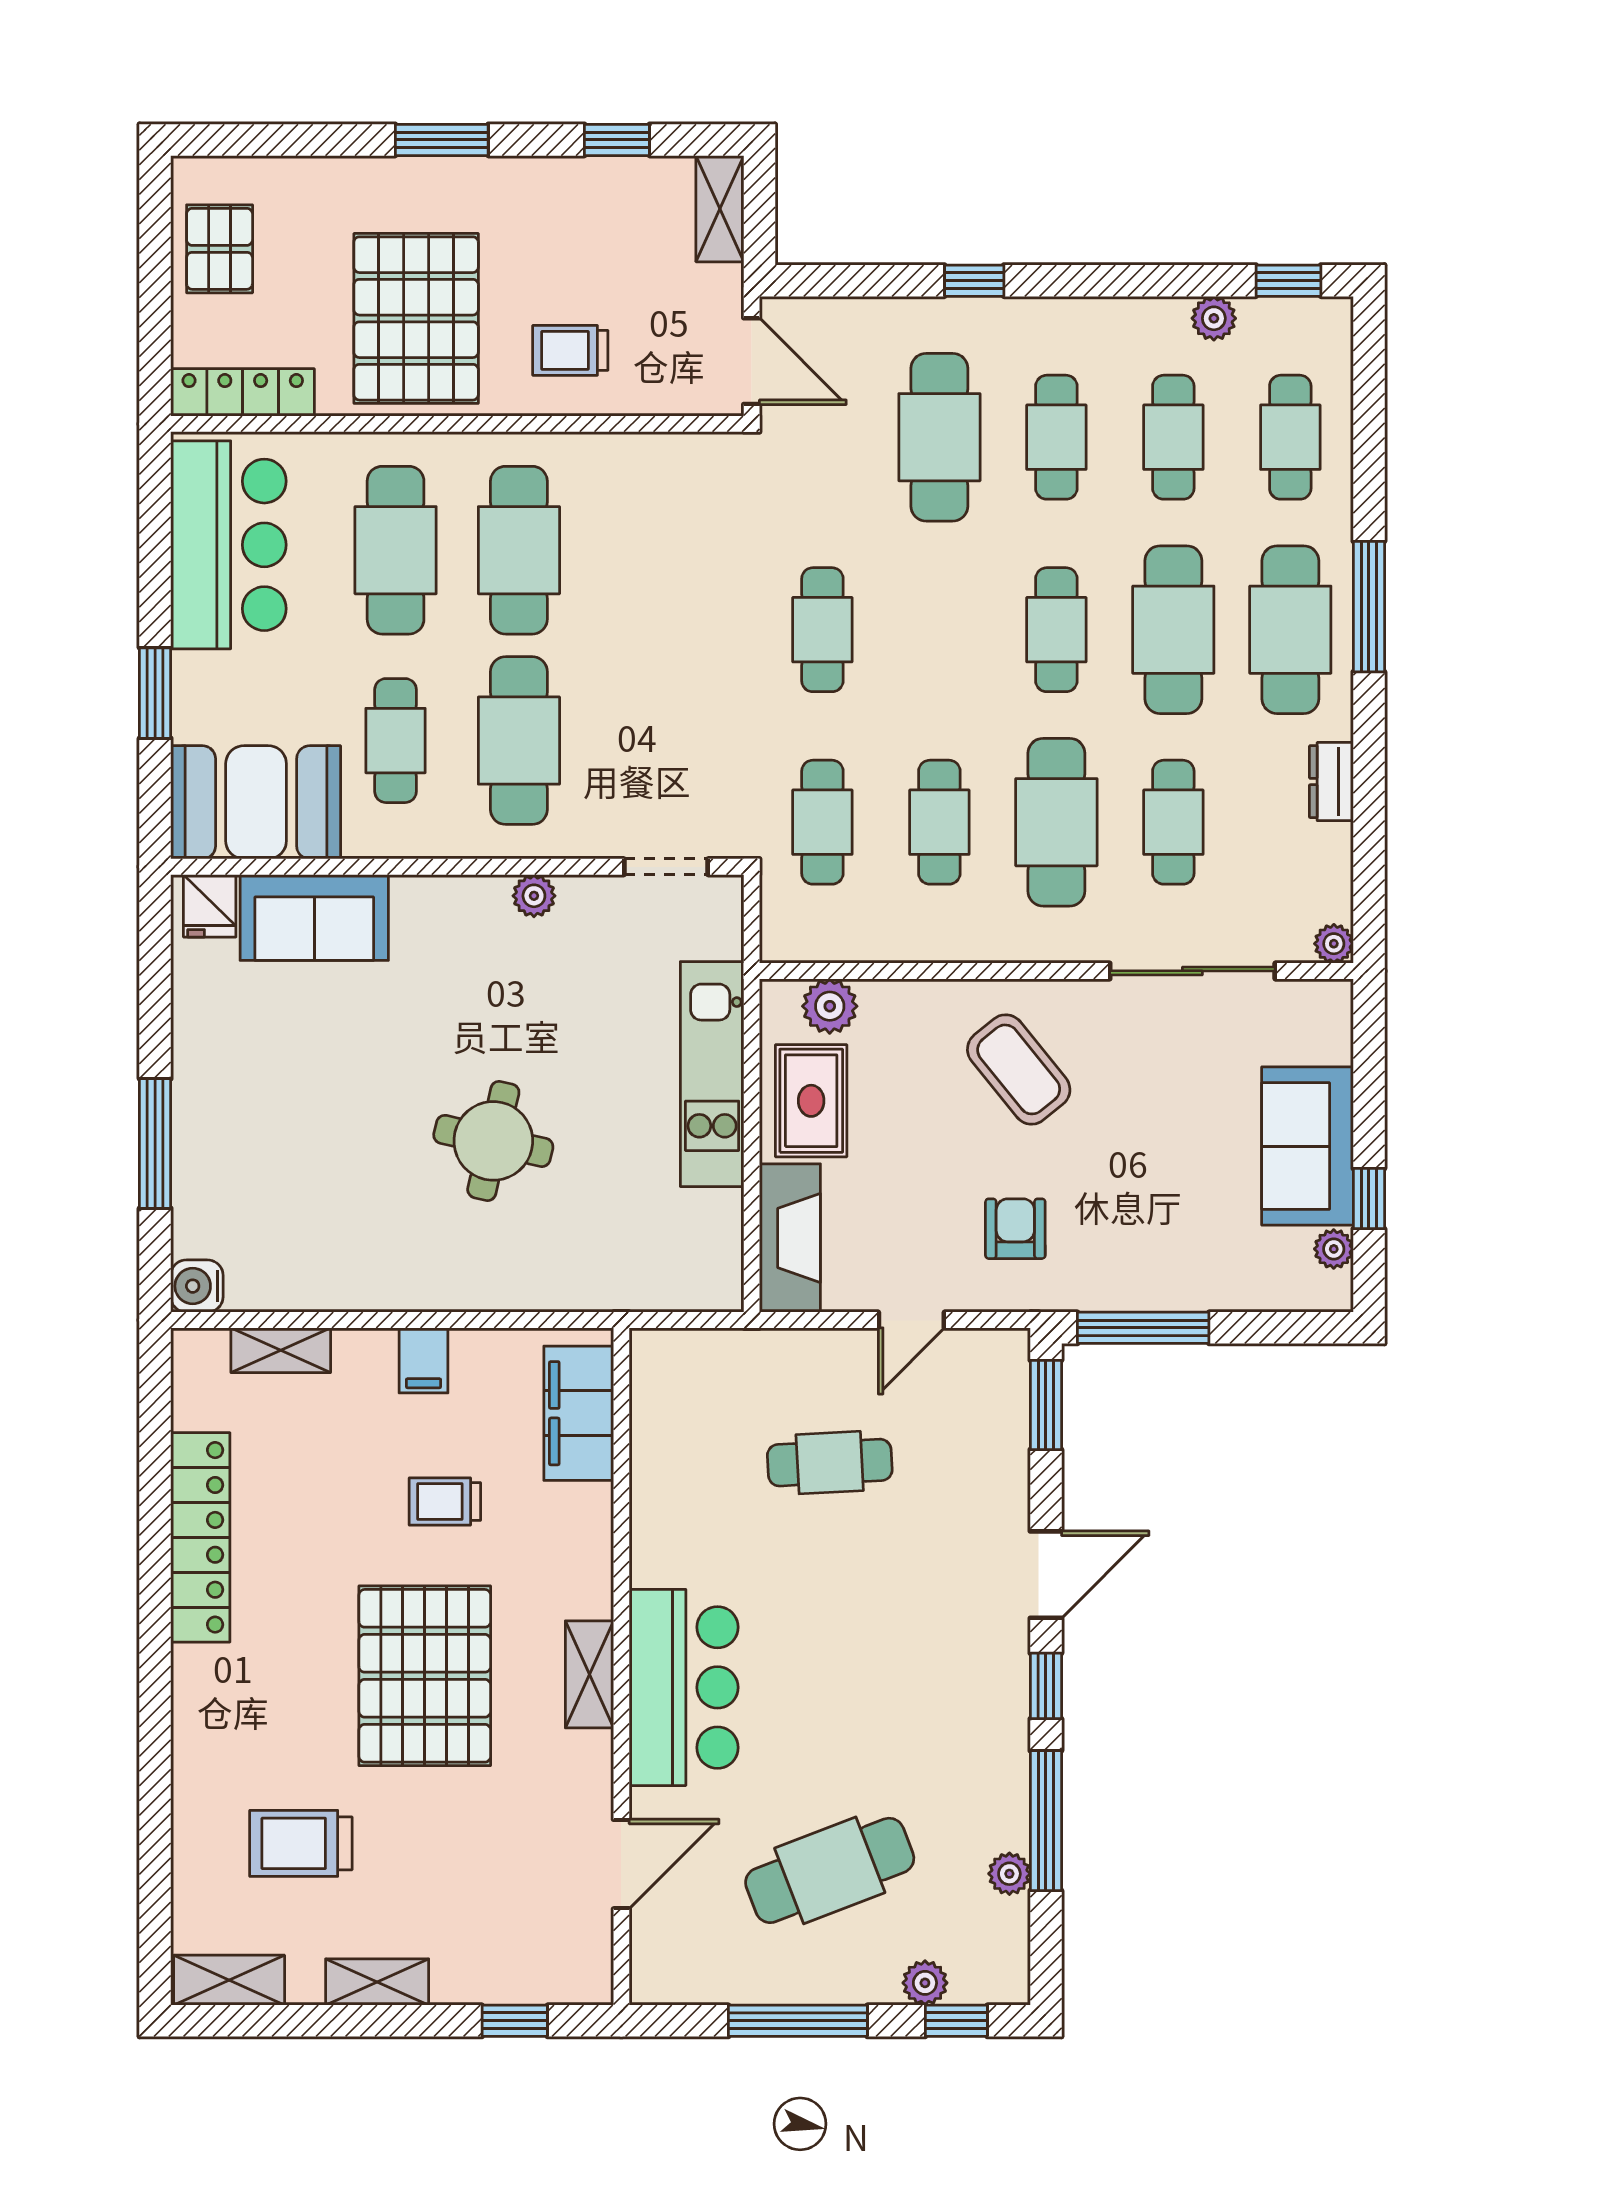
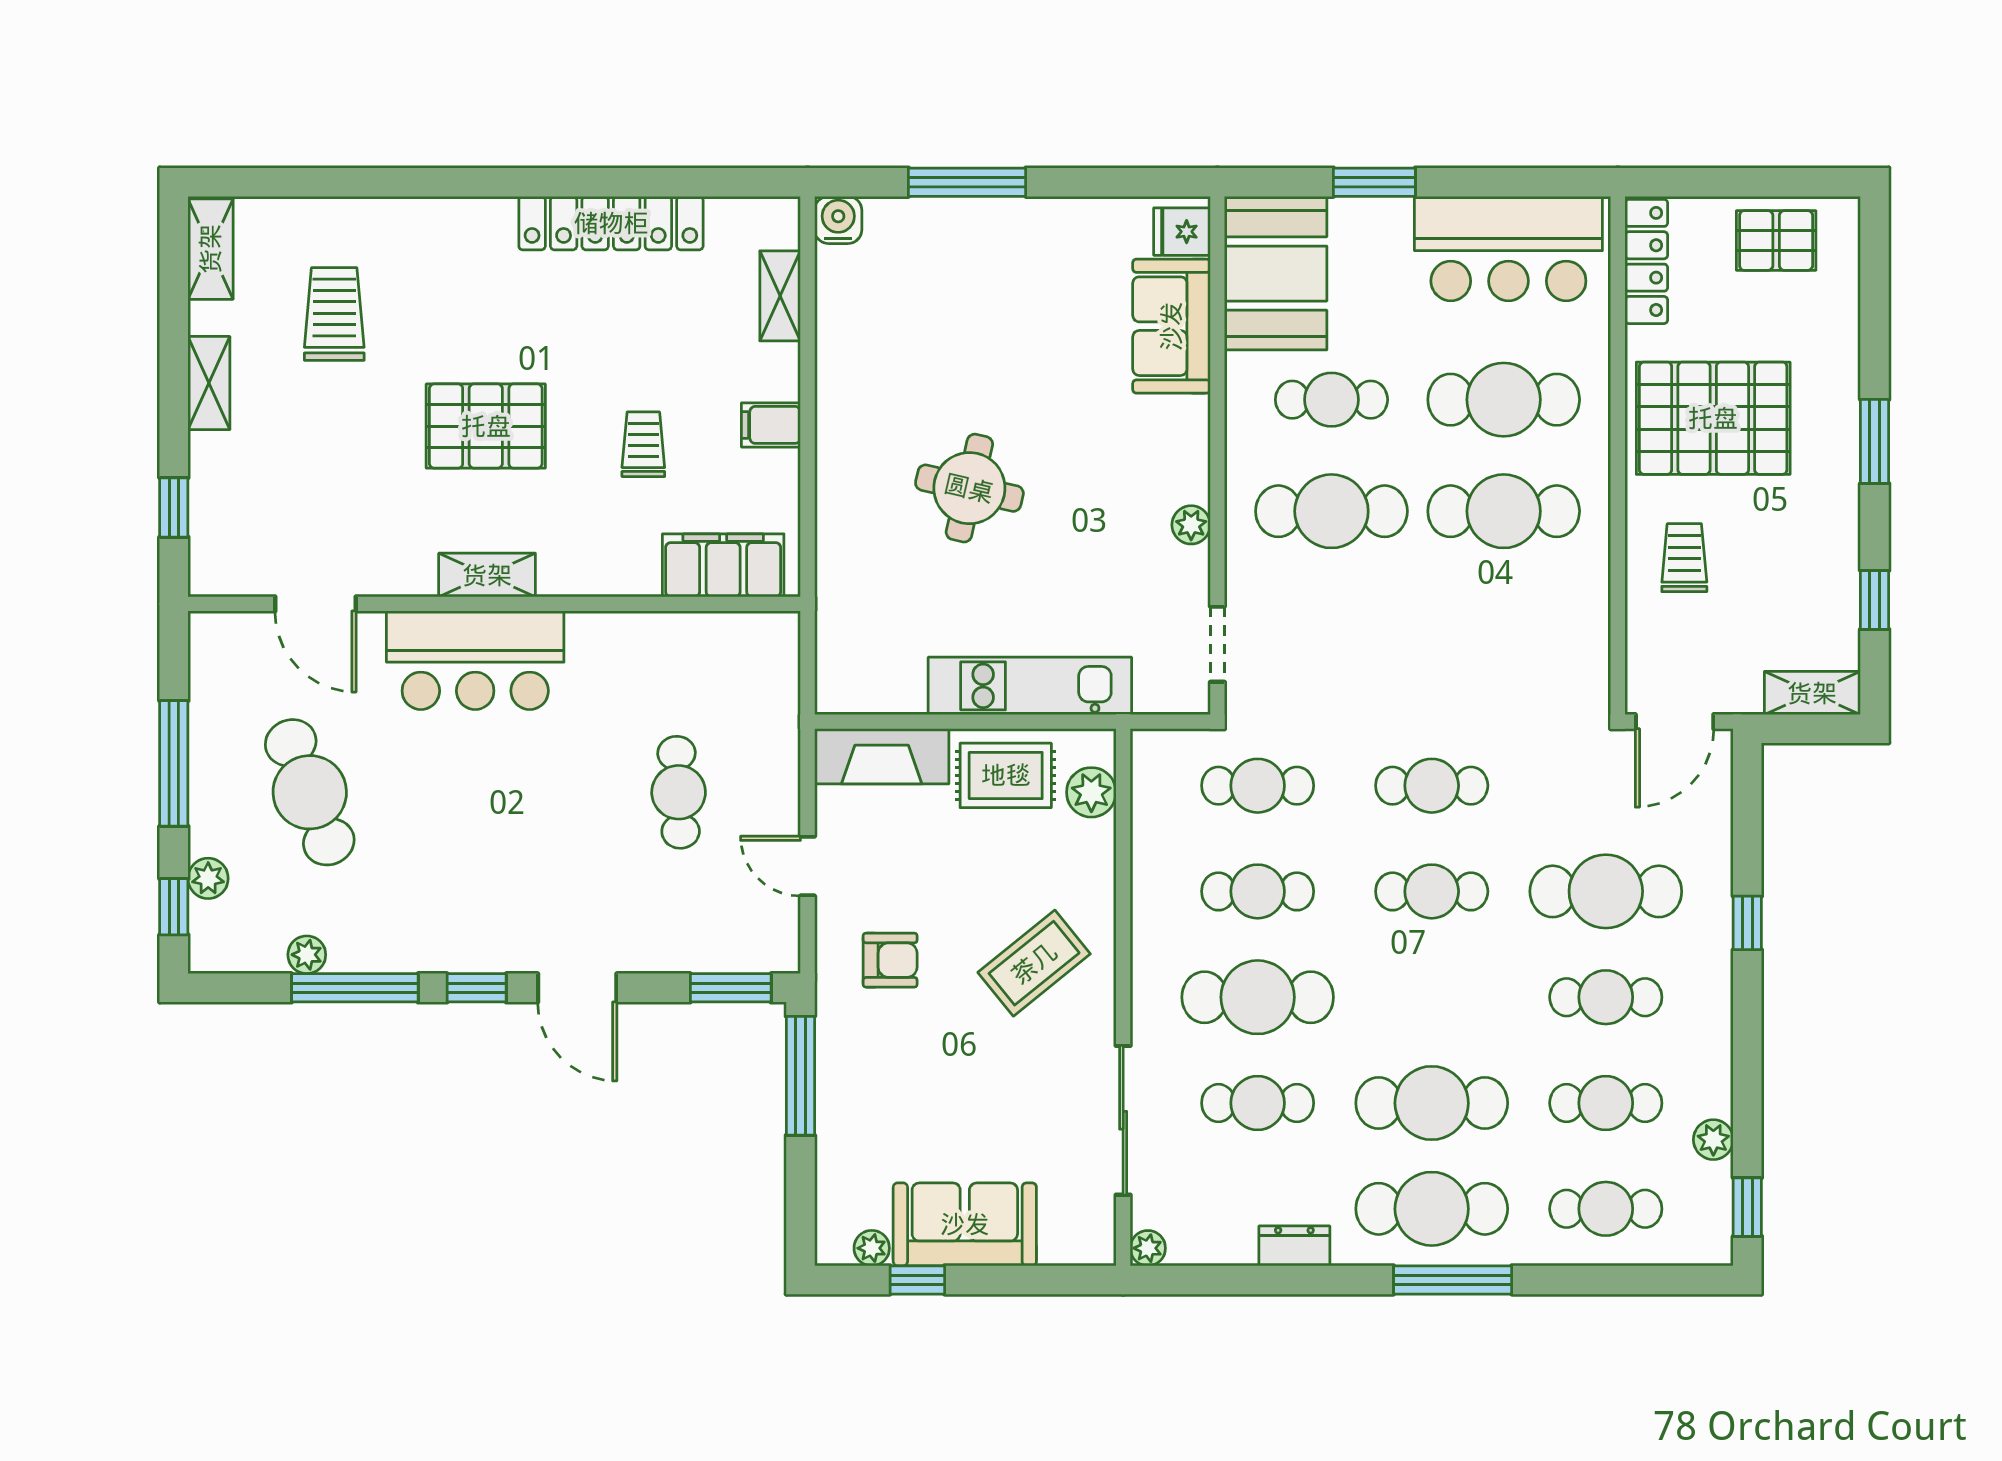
cafe table: (1056, 630) -> (1432, 891), moved
pallet: (425, 1676) -> (486, 426), width x0.73, depth x0.71

